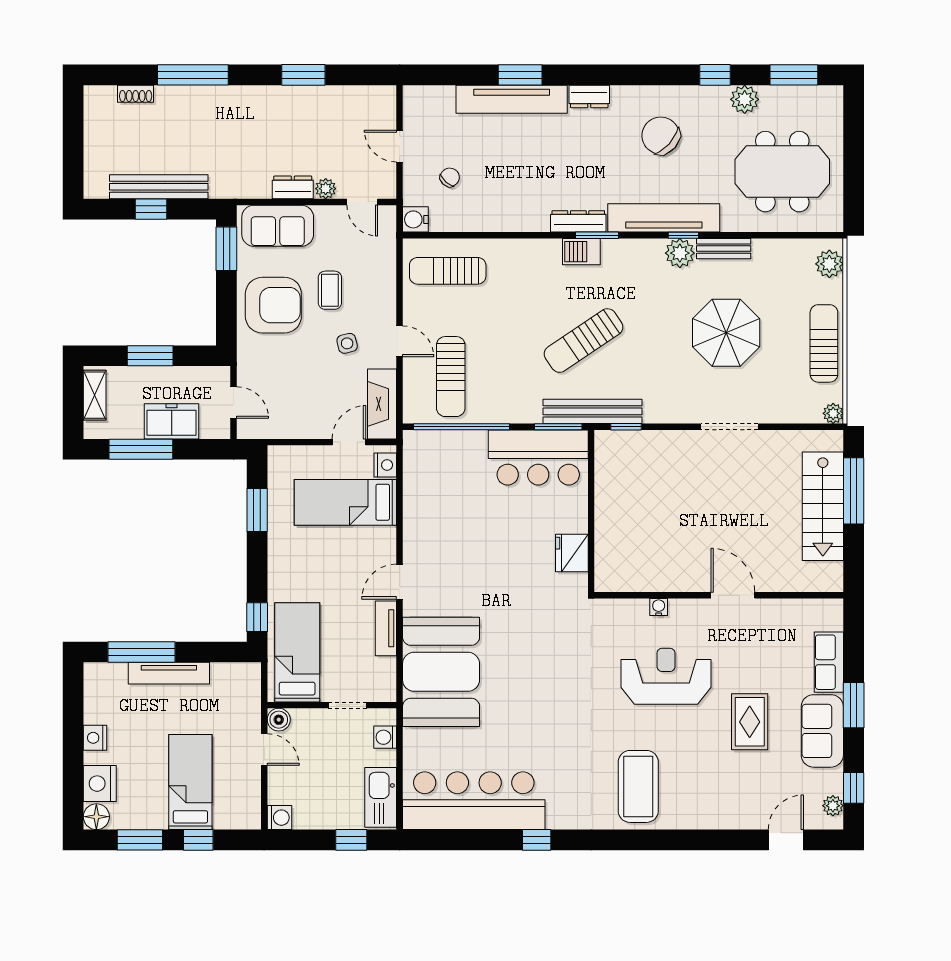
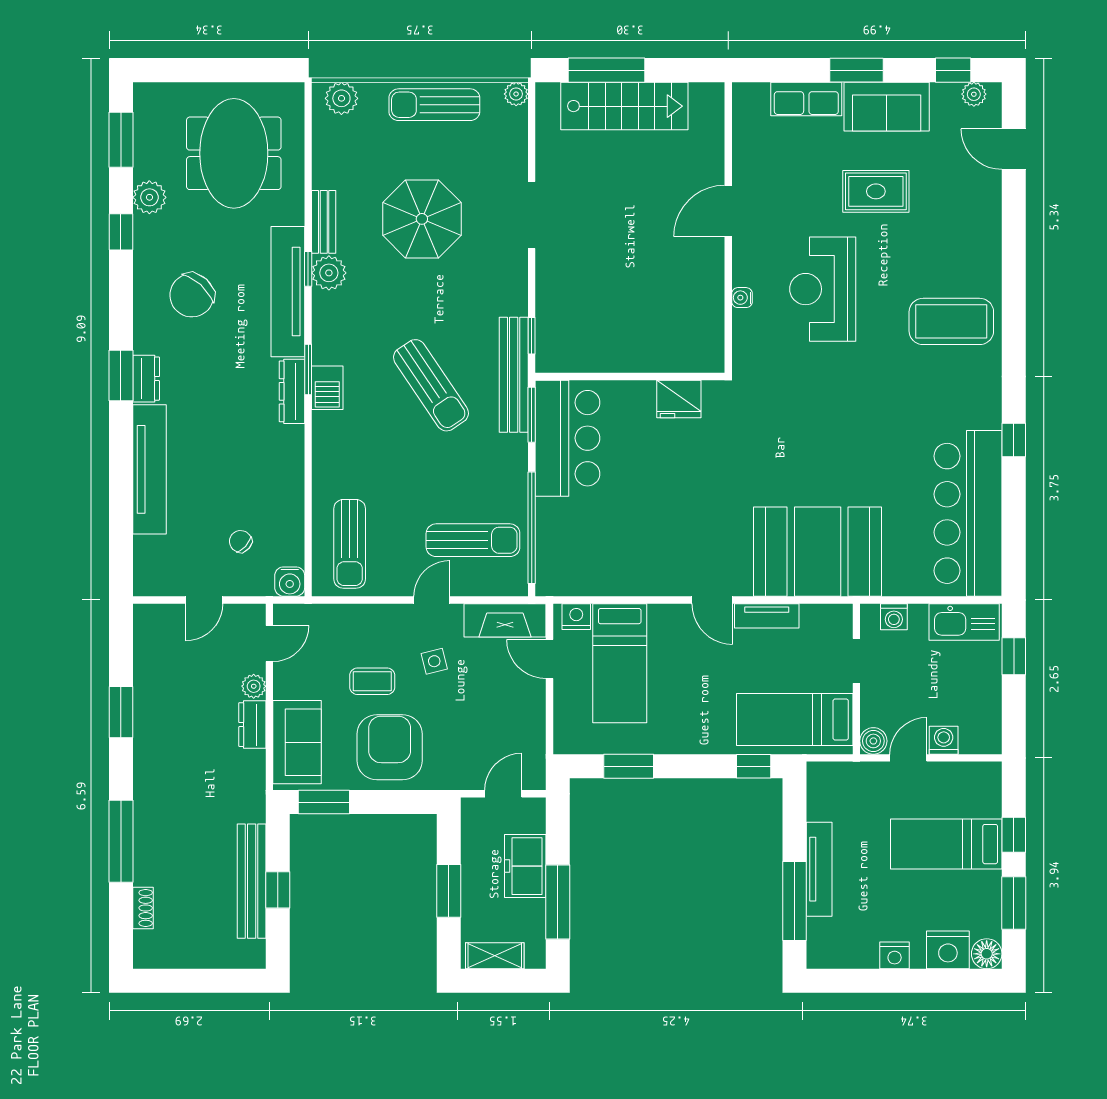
window: (520, 75) -> (121, 375), moved
washing machine: (279, 818) -> (944, 740), moved

